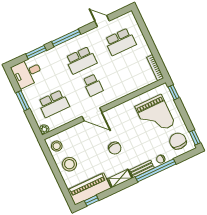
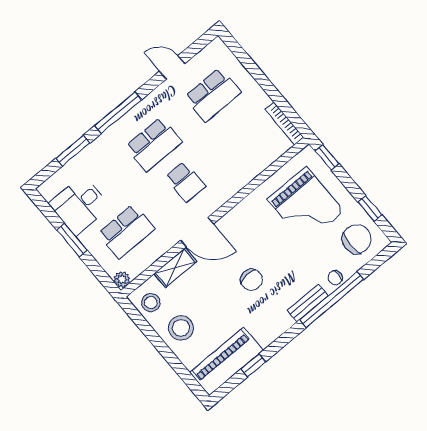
desk: (27, 73) -> (80, 205), moved
window: (195, 137) -> (370, 208), moved
chair: (178, 141) -> (357, 239), turned 90
shelving: (120, 178) -> (175, 268), moved
window: (92, 201) -> (253, 365), moved

